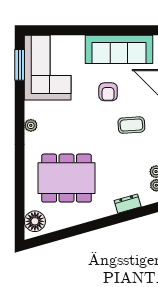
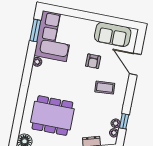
sofa: (119, 49) -> (113, 34), width x0.73
plant: (31, 125) -> (37, 62), moved

